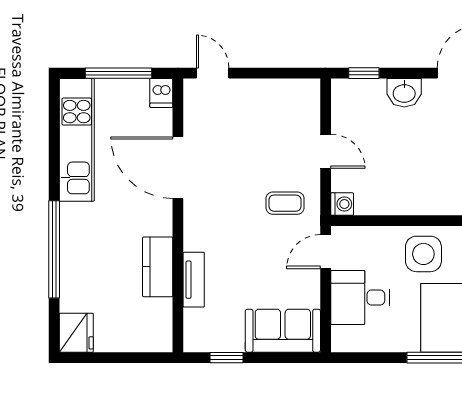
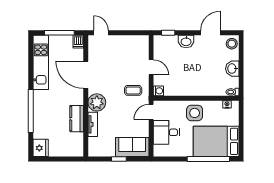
plant: (203, 230) -> (97, 102), added
window: (227, 358) -> (119, 159), moved

